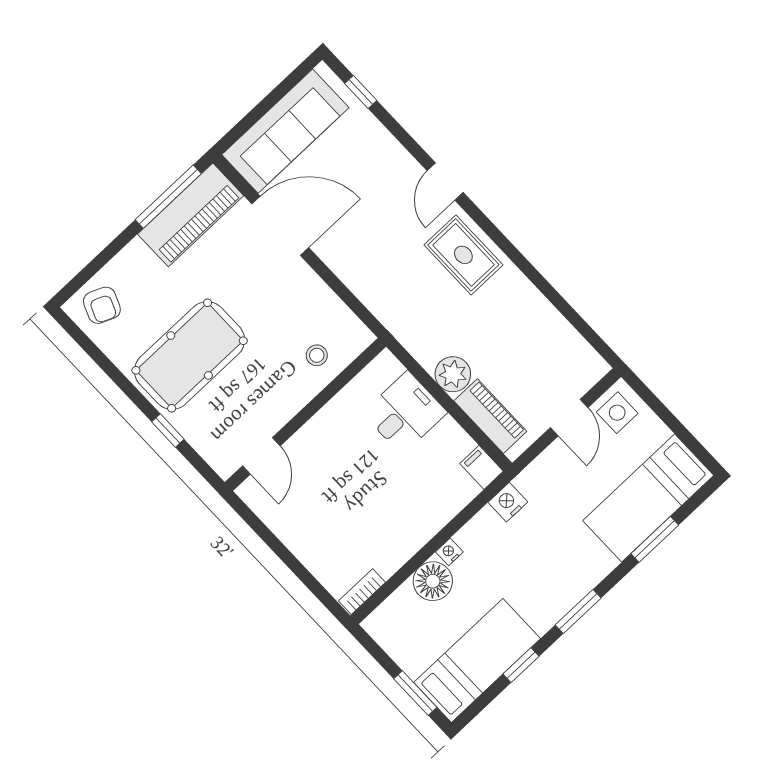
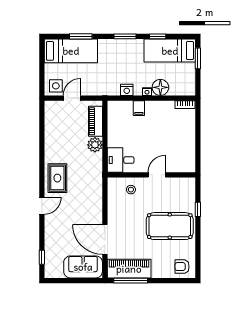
sofa: (285, 131) -> (83, 267), width x0.73
armchair: (102, 305) -> (182, 267), turned -113
desk: (405, 413) -> (121, 160), moved
door: (261, 456) -> (157, 175), moved
filing cabinet: (482, 467) -> (139, 108), moved
nightstand: (508, 502) -> (127, 90), moved

